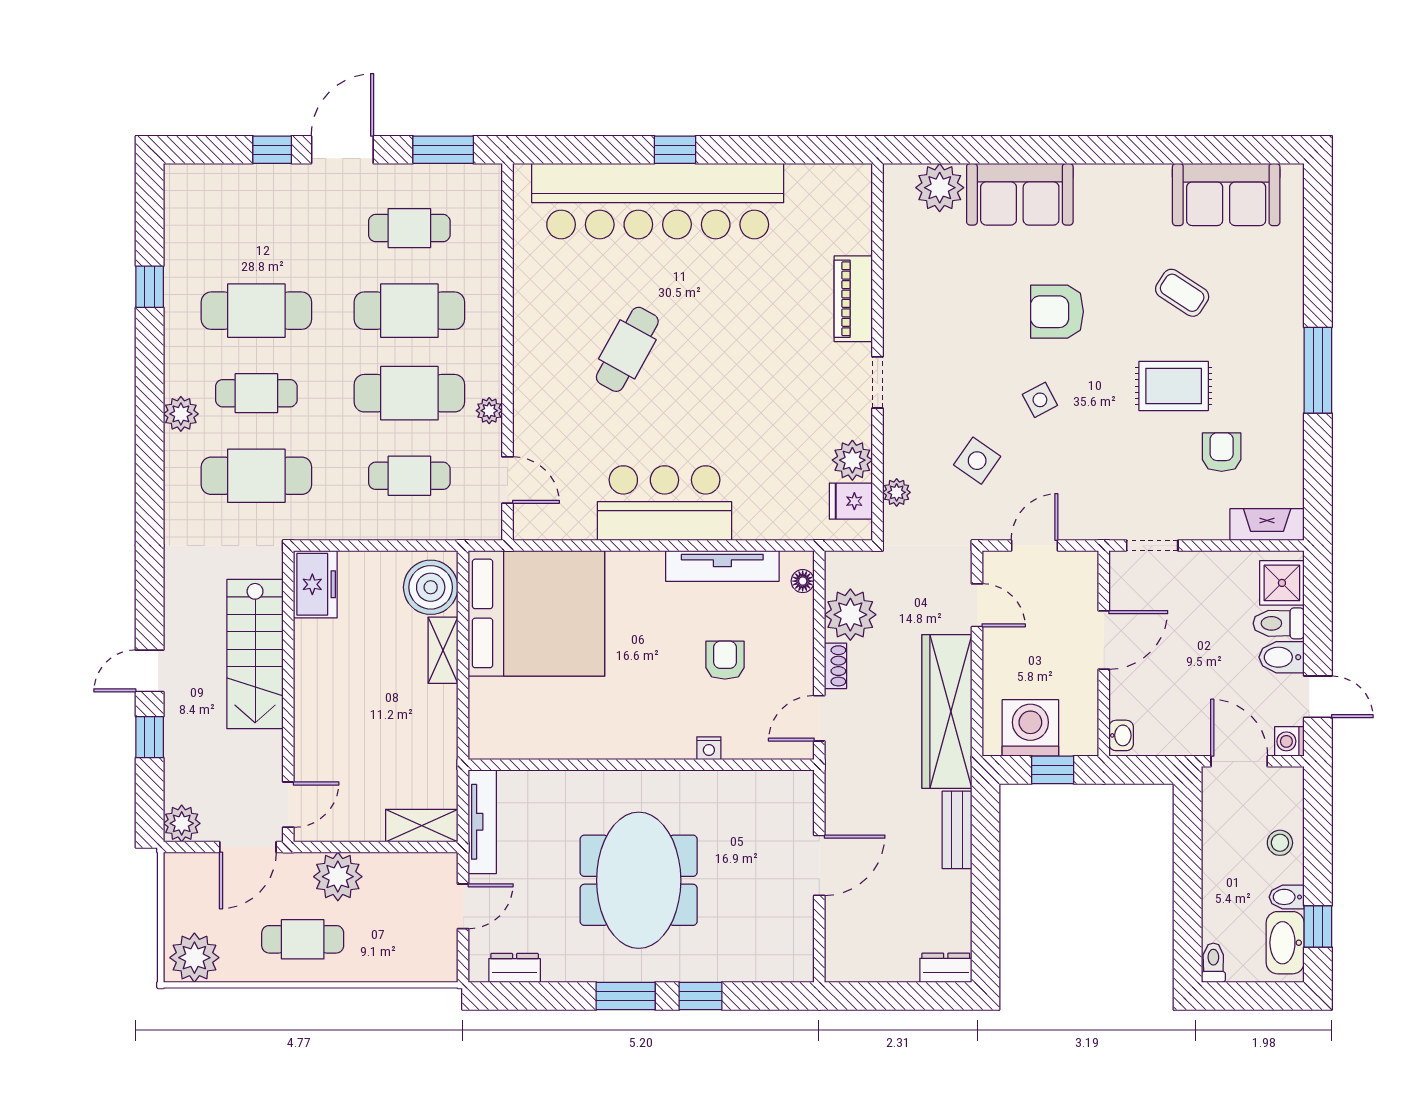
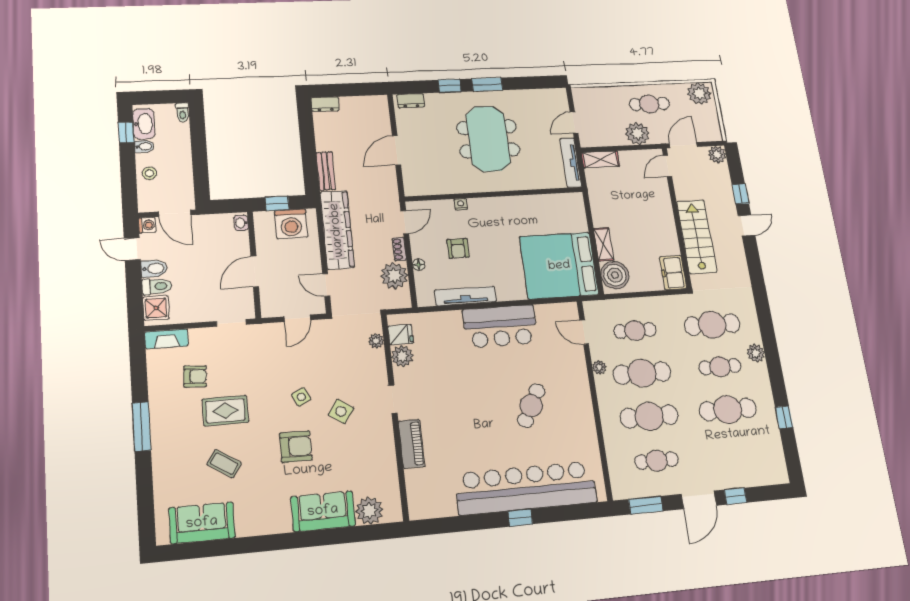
armchair: (1222, 452) -> (195, 376), turned -87
side table: (977, 461) -> (341, 411), moved
floor lamp: (803, 581) -> (419, 265), moved
dresser: (515, 968) -> (411, 101), moved

